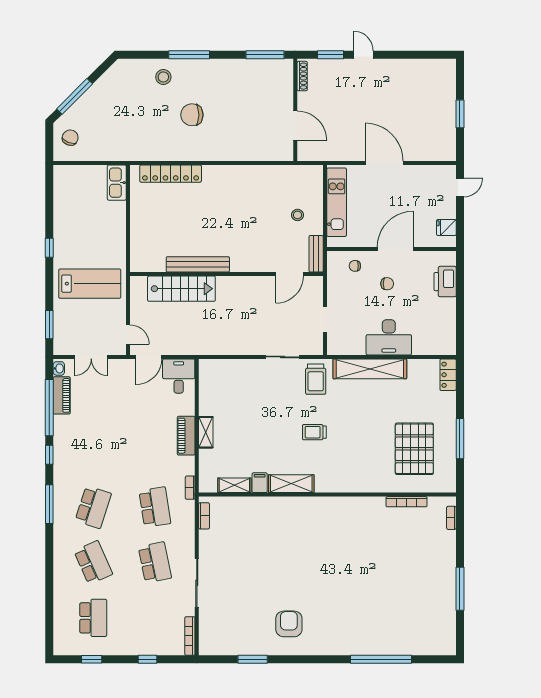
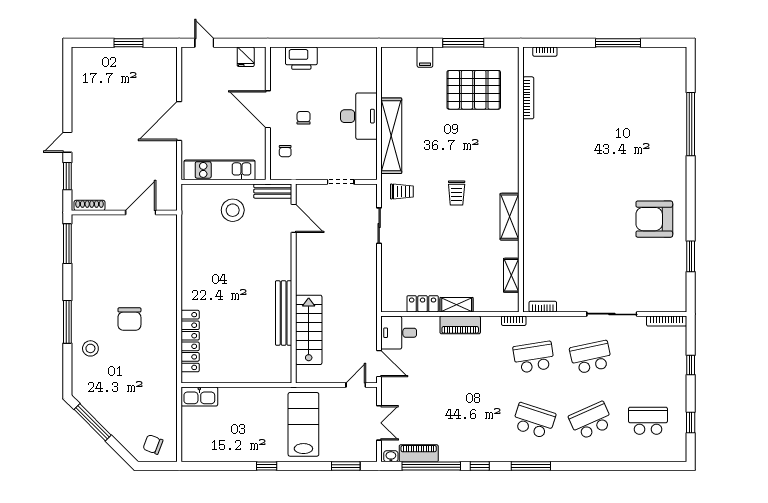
window: (75, 96) -> (93, 422), moved
stool: (297, 215) -> (233, 210), width x1.89, depth x1.89
locker: (448, 375) -> (423, 304), moved, turned 180
trolley: (316, 379) -> (402, 191), width x0.73, depth x0.72
filing cabinet: (260, 483) -> (425, 57), moved, turned -90
armchair: (289, 624) -> (654, 219), width x1.36, depth x1.36

